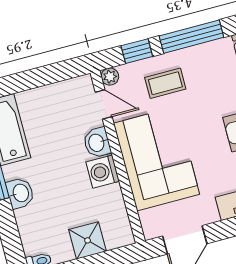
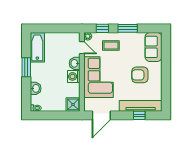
window: (191, 37) -> (128, 28), width x0.69
washbasin: (20, 193) -> (36, 88), moved
shower: (88, 240) -> (73, 104), moved

